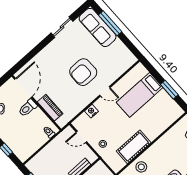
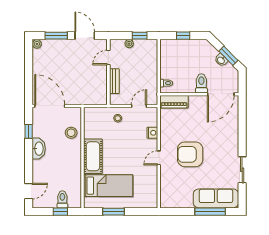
armchair: (83, 72) -> (190, 154), turned -90
door: (23, 88) -> (221, 94), hinge flipped
bed: (140, 95) -> (108, 186), moved, turned 90
piano: (50, 108) -> (174, 102), moved
cot: (134, 147) -> (93, 156), moved

